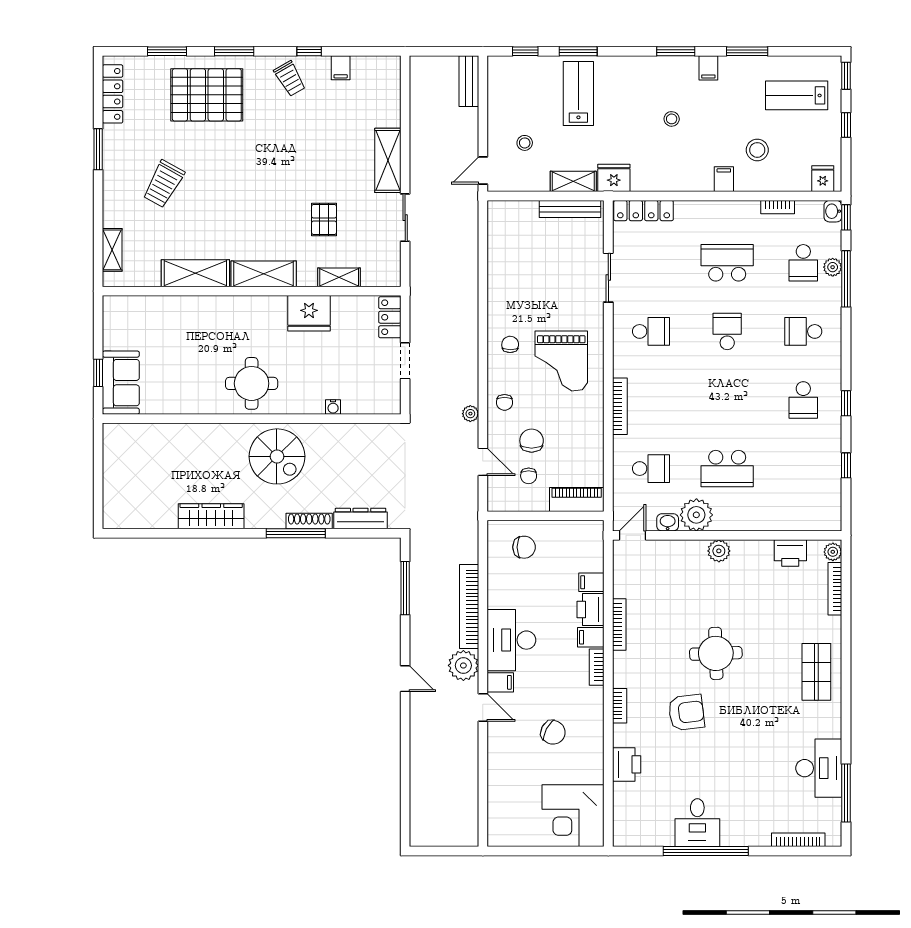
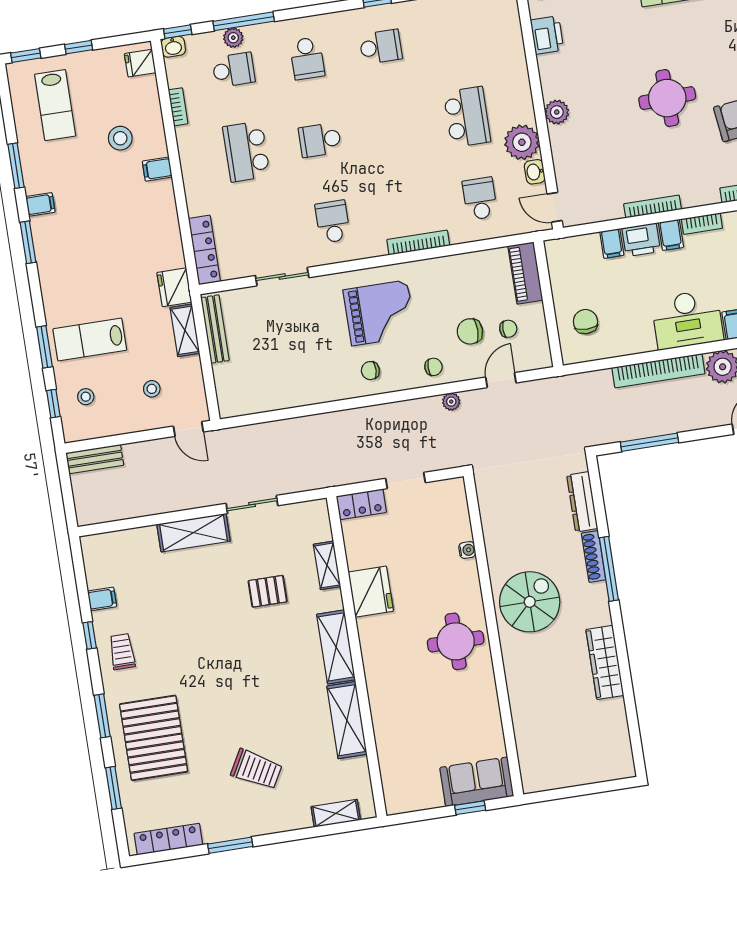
trolley: (290, 79) -> (122, 652), turned -60
stool: (672, 119) -> (86, 397), moved

